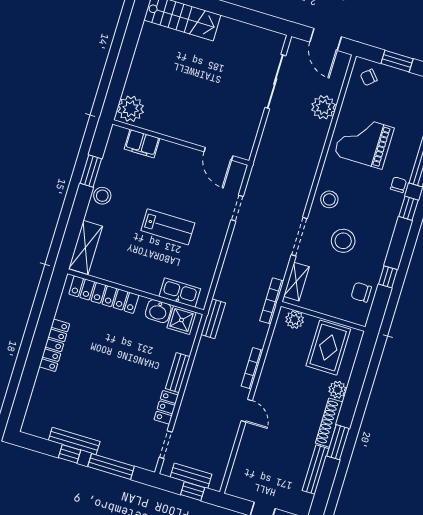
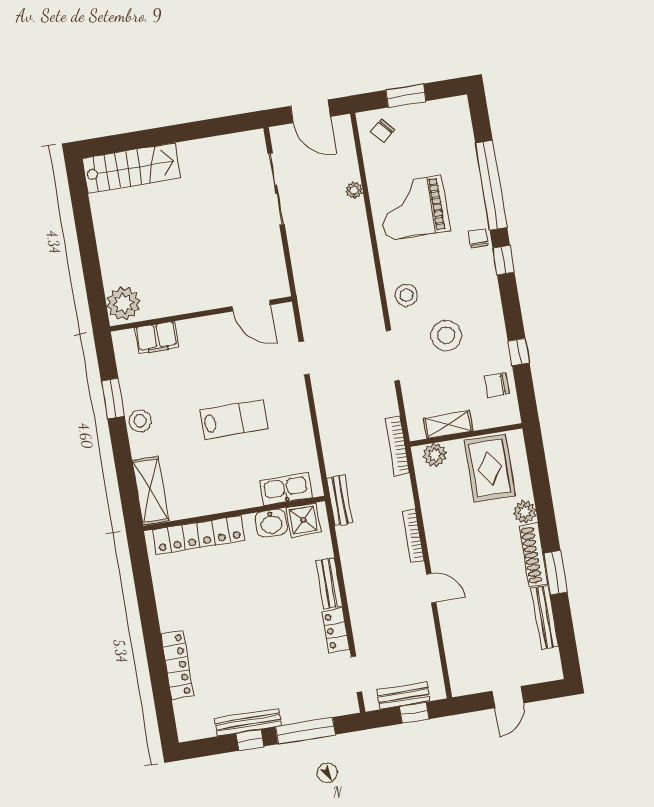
plant: (323, 107) -> (354, 190), width x0.53, depth x0.53
shelving: (296, 282) -> (448, 425), moved, turned 90
locker: (54, 345) -> (177, 665), moved

